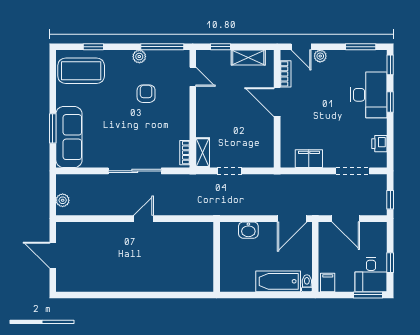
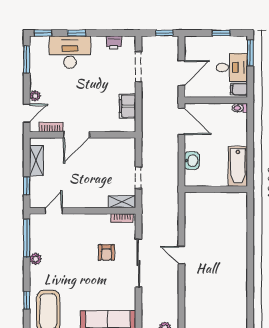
armchair: (146, 94) -> (106, 252), moved, turned -90
desk: (371, 275) -> (232, 67), moved
bathtub: (278, 281) -> (238, 166), moved

